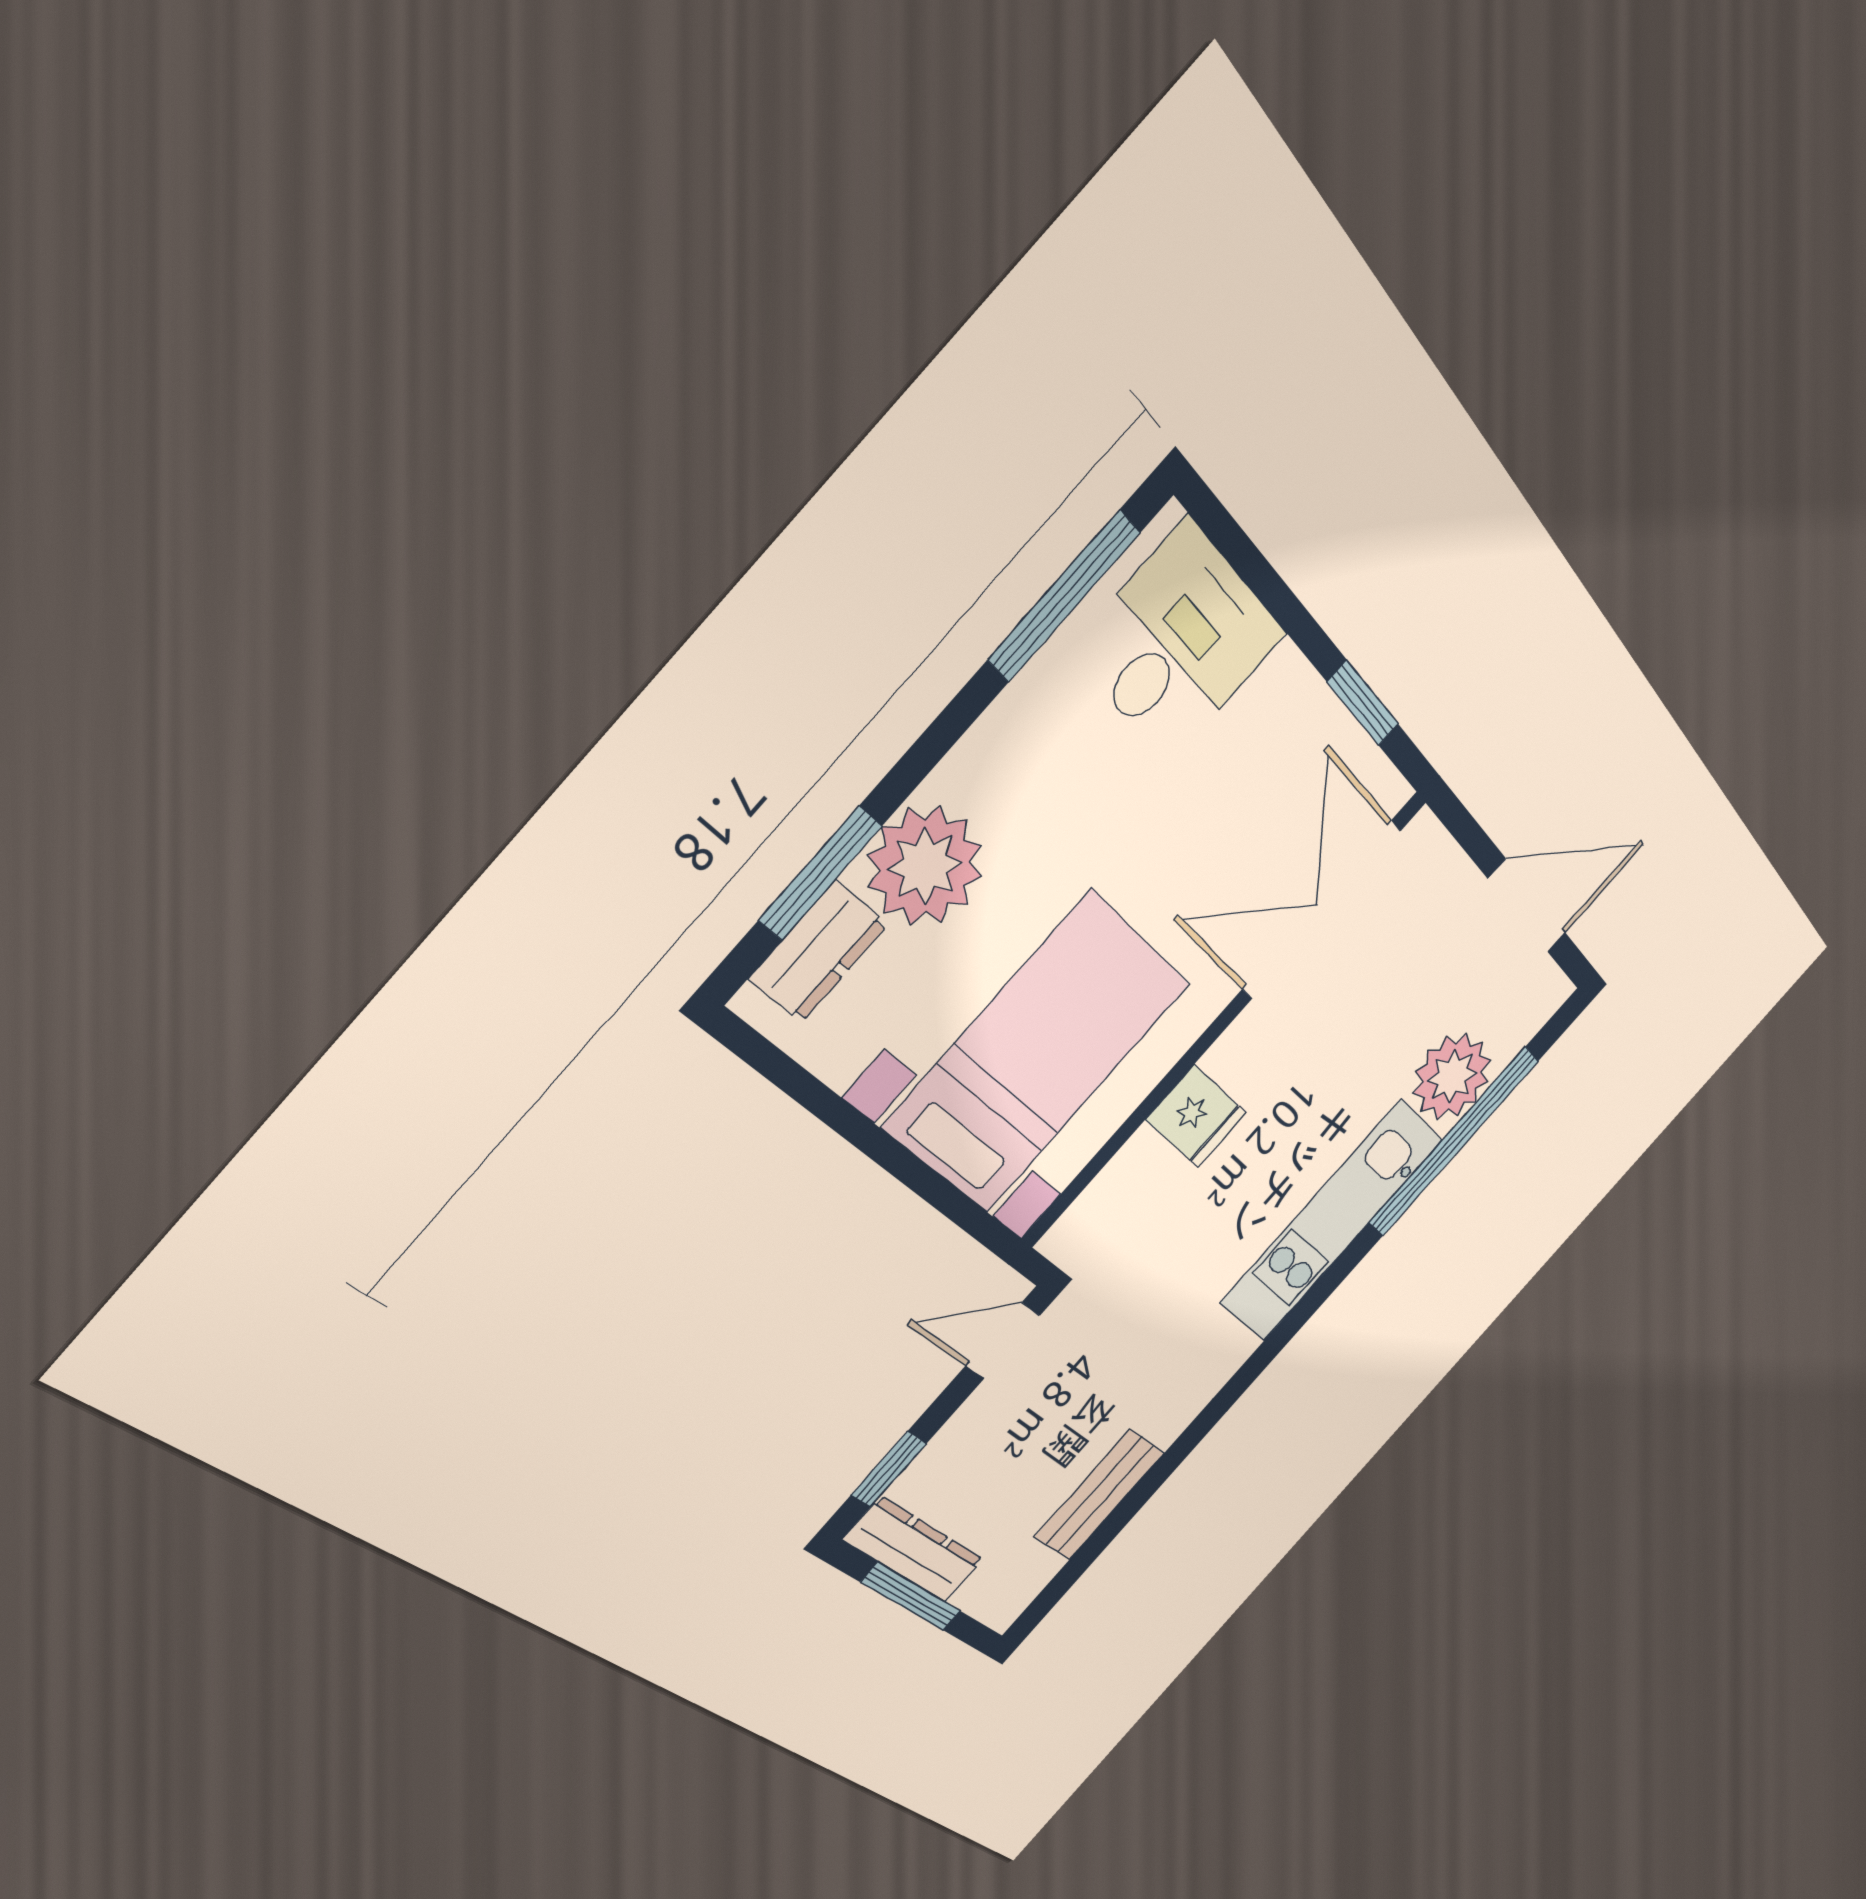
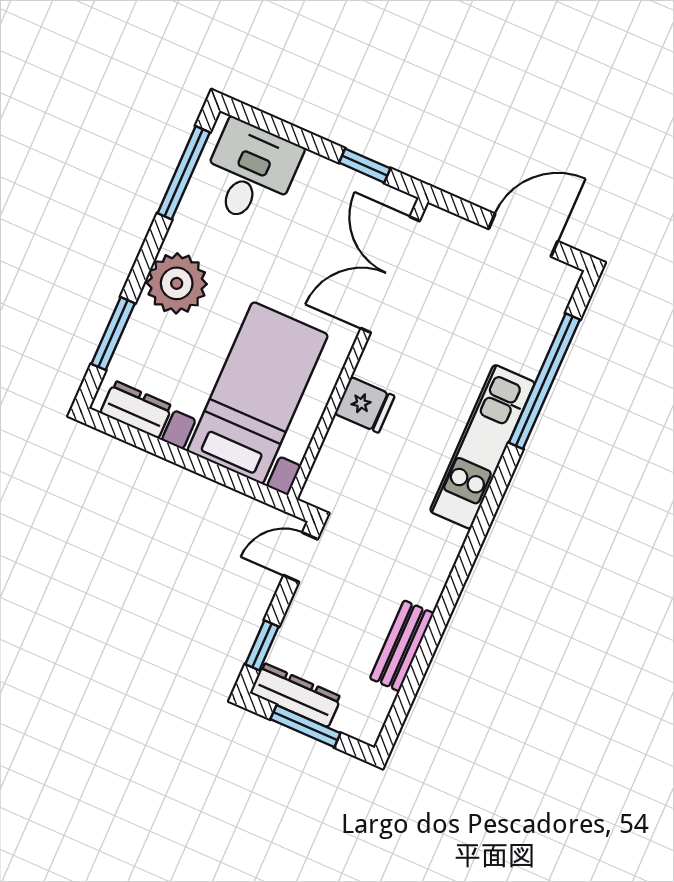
plant: (925, 866) -> (177, 283), moved
dresser: (819, 951) -> (136, 409), moved, turned -90
plant: (1452, 1077) -> (523, 343), removed

